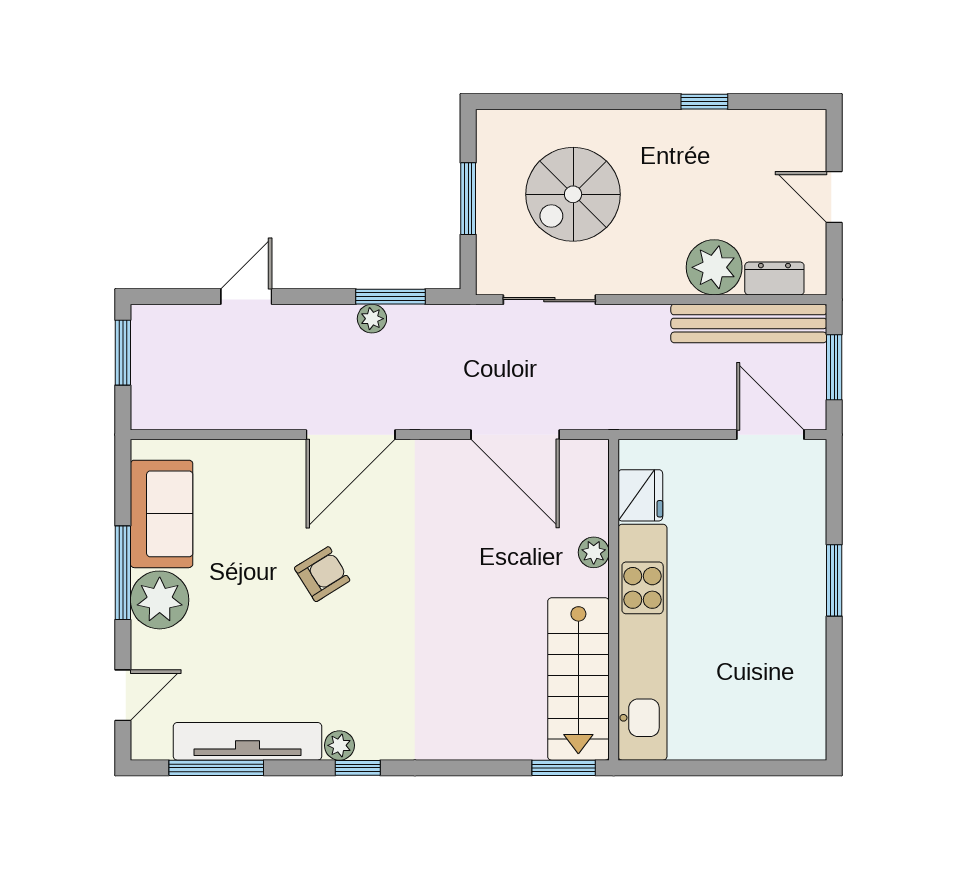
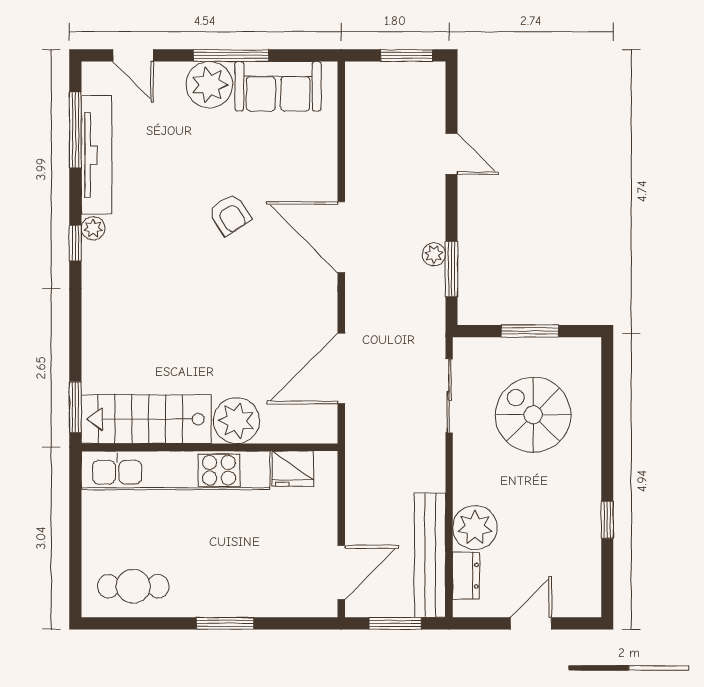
plant: (594, 552) -> (237, 421), width x1.87, depth x1.87
cafe table: (788, 695) -> (133, 586), added

